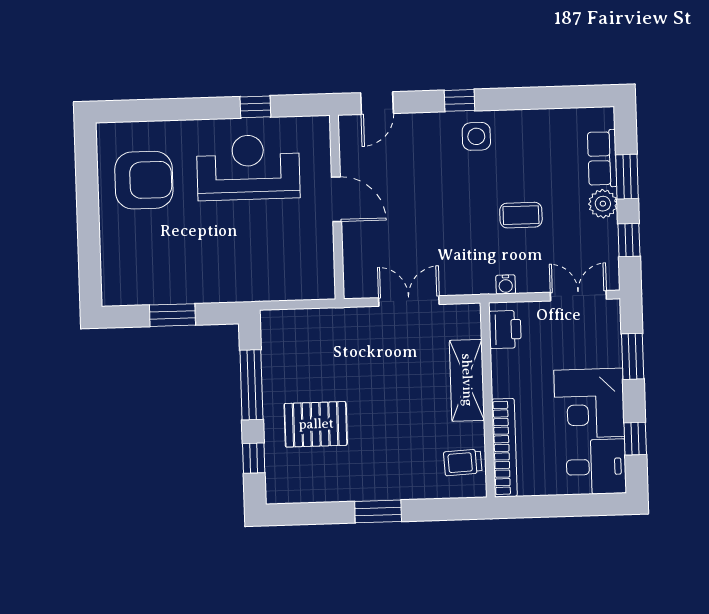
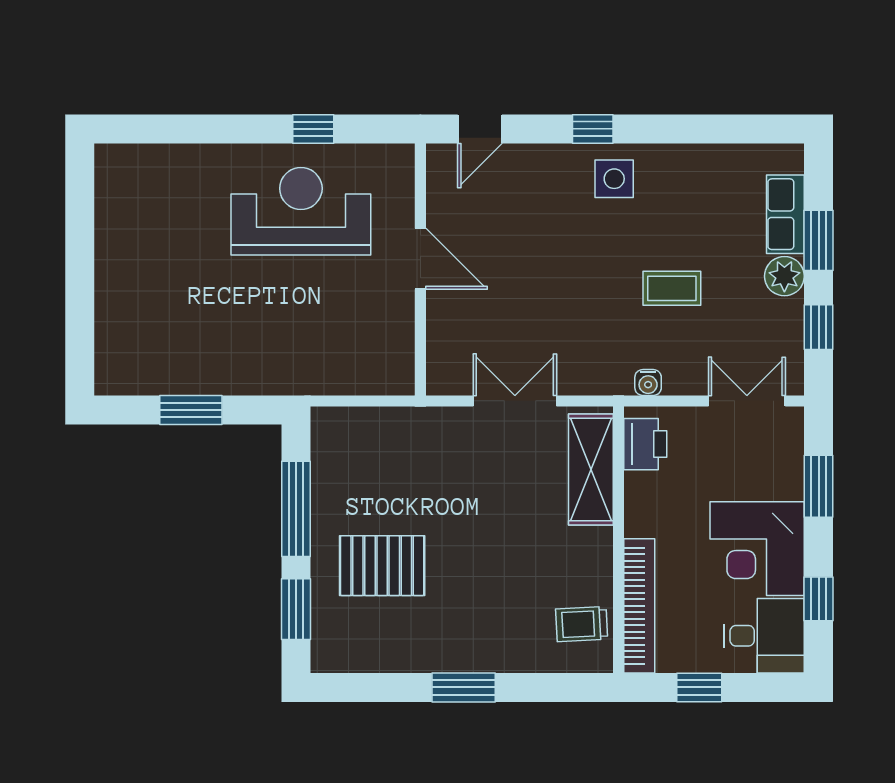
armchair: (144, 180) -> (158, 224), removed
shelving: (467, 380) -> (591, 469), moved
window: (254, 458) -> (296, 609), width x1.50
window: (550, 506) -> (699, 687), added

